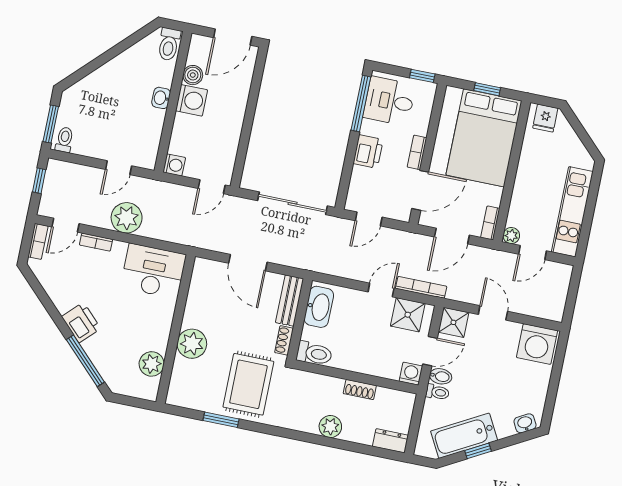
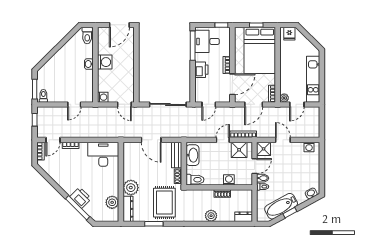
boiler: (193, 75) -> (103, 49), removed
door: (212, 187) -> (124, 104), hinge flipped
plant: (127, 218) -> (84, 130), removed
printer: (81, 323) -> (81, 198), moved
washing machine: (537, 344) -> (309, 147), width x0.53, depth x0.53
washing machine: (411, 374) -> (229, 180), moved
dresser: (179, 382) -> (128, 209), added

